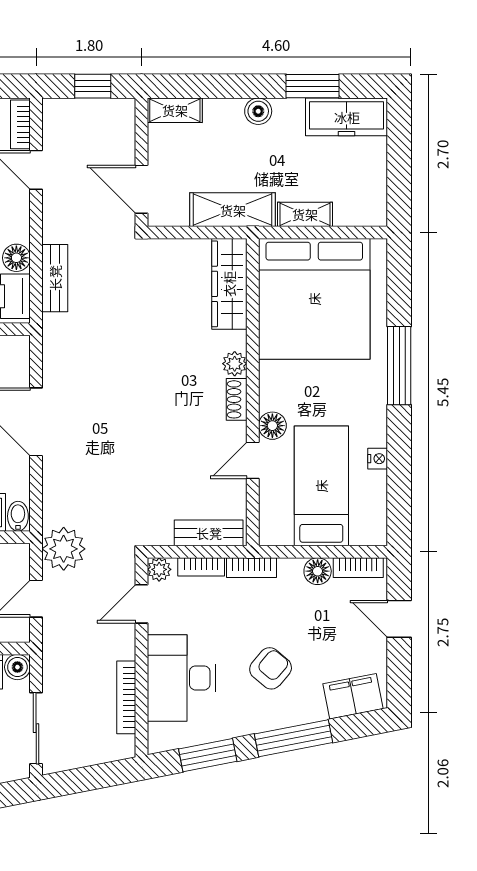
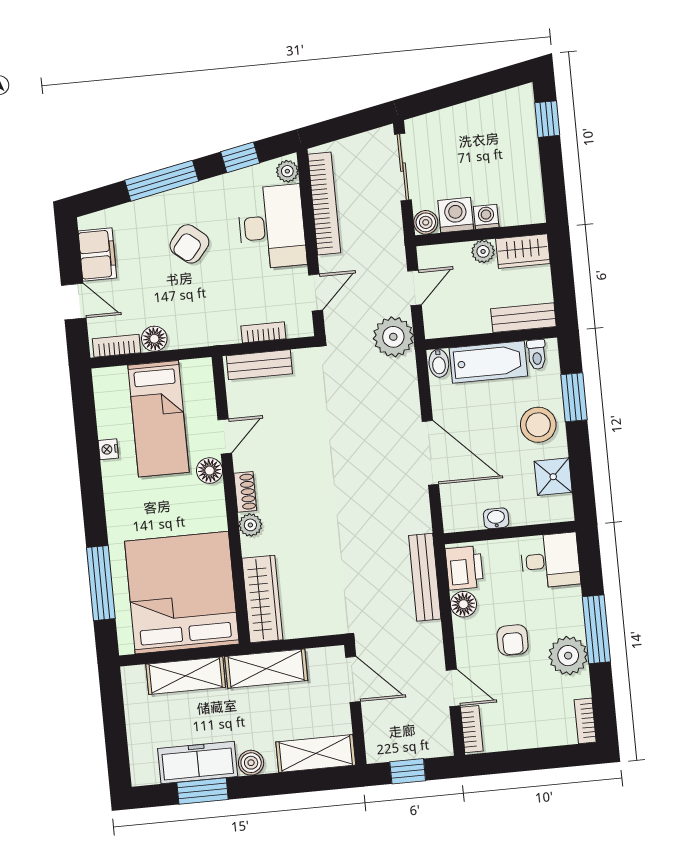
shelving: (175, 110) -> (316, 754), width x1.50, depth x1.33
freezer: (347, 117) -> (198, 763), moved
shelving: (305, 214) -> (186, 676), width x1.50, depth x1.33
bench: (55, 278) -> (425, 577), width x1.36
window: (399, 366) -> (101, 583), moved
bookcase: (252, 568) -> (216, 336), removed
plant: (159, 569) -> (287, 171), moved
filing cabinet: (353, 696) -> (97, 254), moved, turned -79
bookcase: (126, 697) -> (324, 204), width x1.48, depth x1.31
window: (208, 755) -> (240, 157), width x0.67

